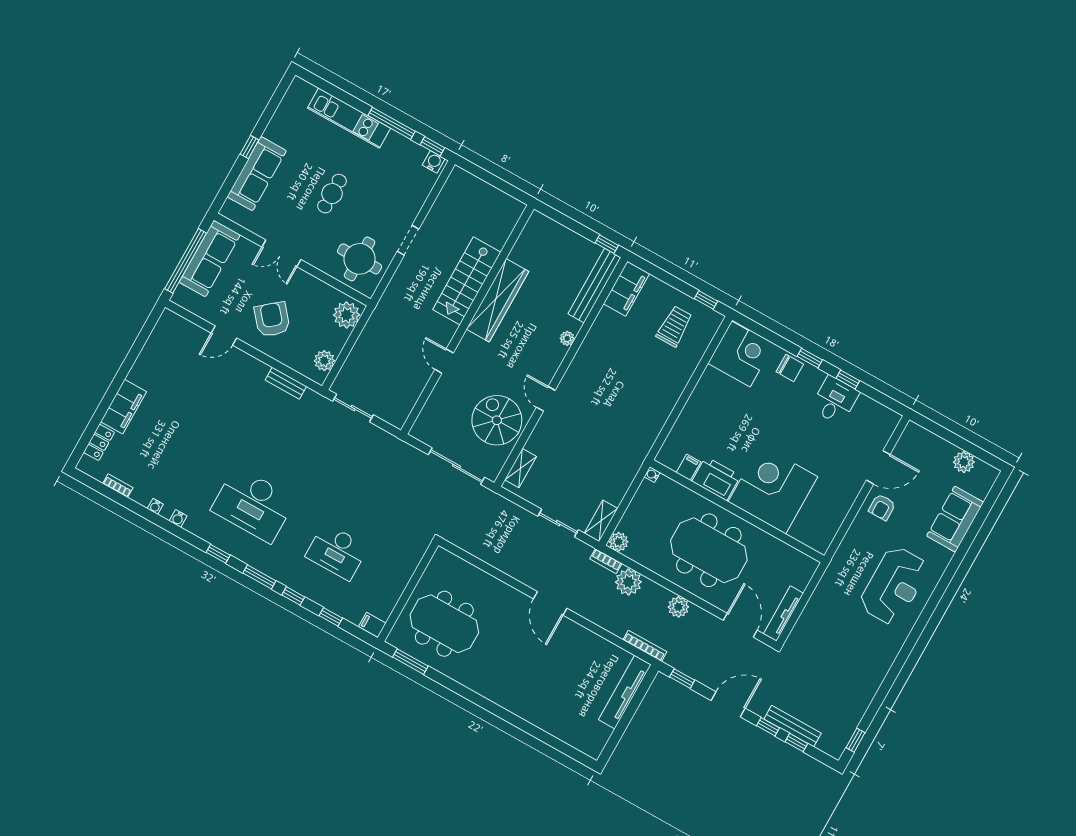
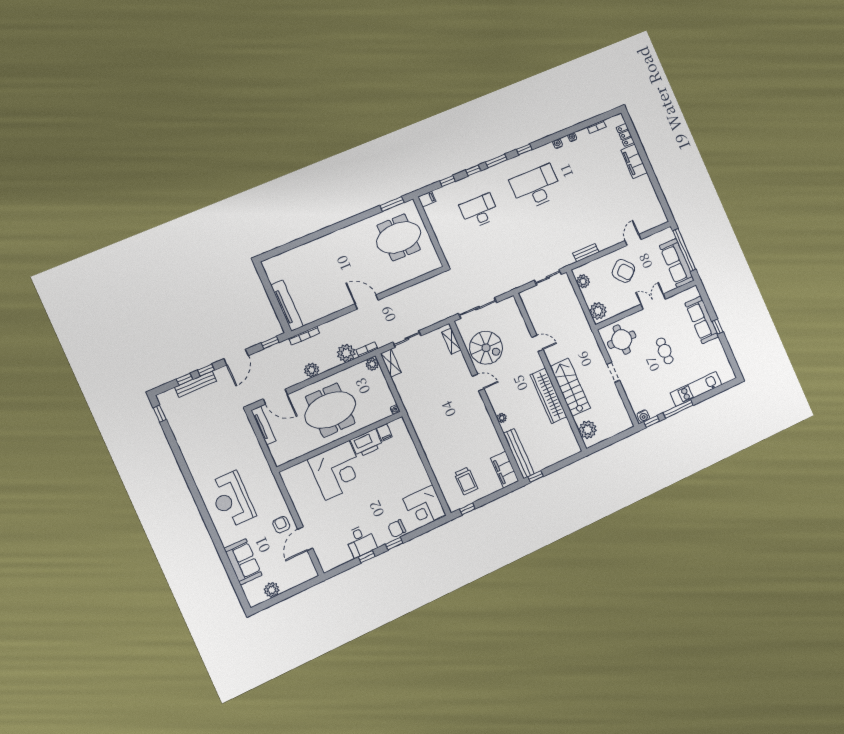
plant: (503, 221) -> (588, 430), added

